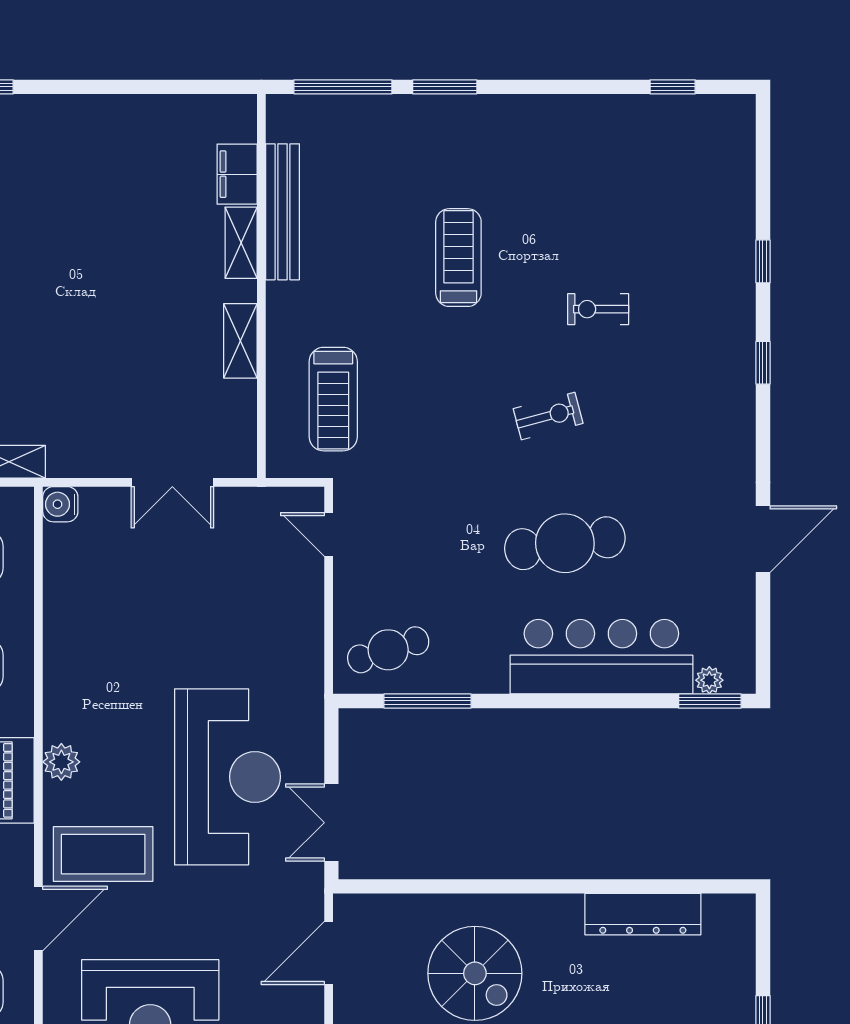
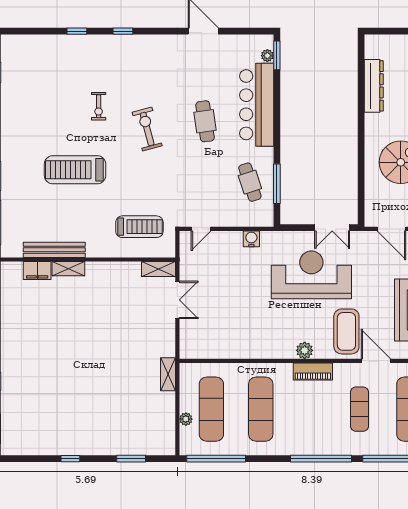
treadmill: (458, 258) -> (75, 170), width x1.37, depth x1.38
shelving: (240, 341) -> (159, 269), moved
exercise bike: (548, 416) -> (147, 129), width x1.38, depth x1.39
water cooler: (60, 504) -> (251, 239), moved, turned 180
cafe table: (565, 543) -> (205, 121), width x0.73, depth x0.74
cafe table: (388, 650) -> (250, 182), moved

